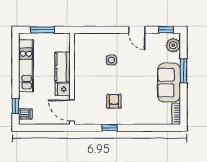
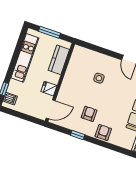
kitchen counter: (63, 67) -> (59, 60), moved
door: (72, 110) -> (51, 109), swing flipped
armchair: (136, 116) -> (103, 132), added

